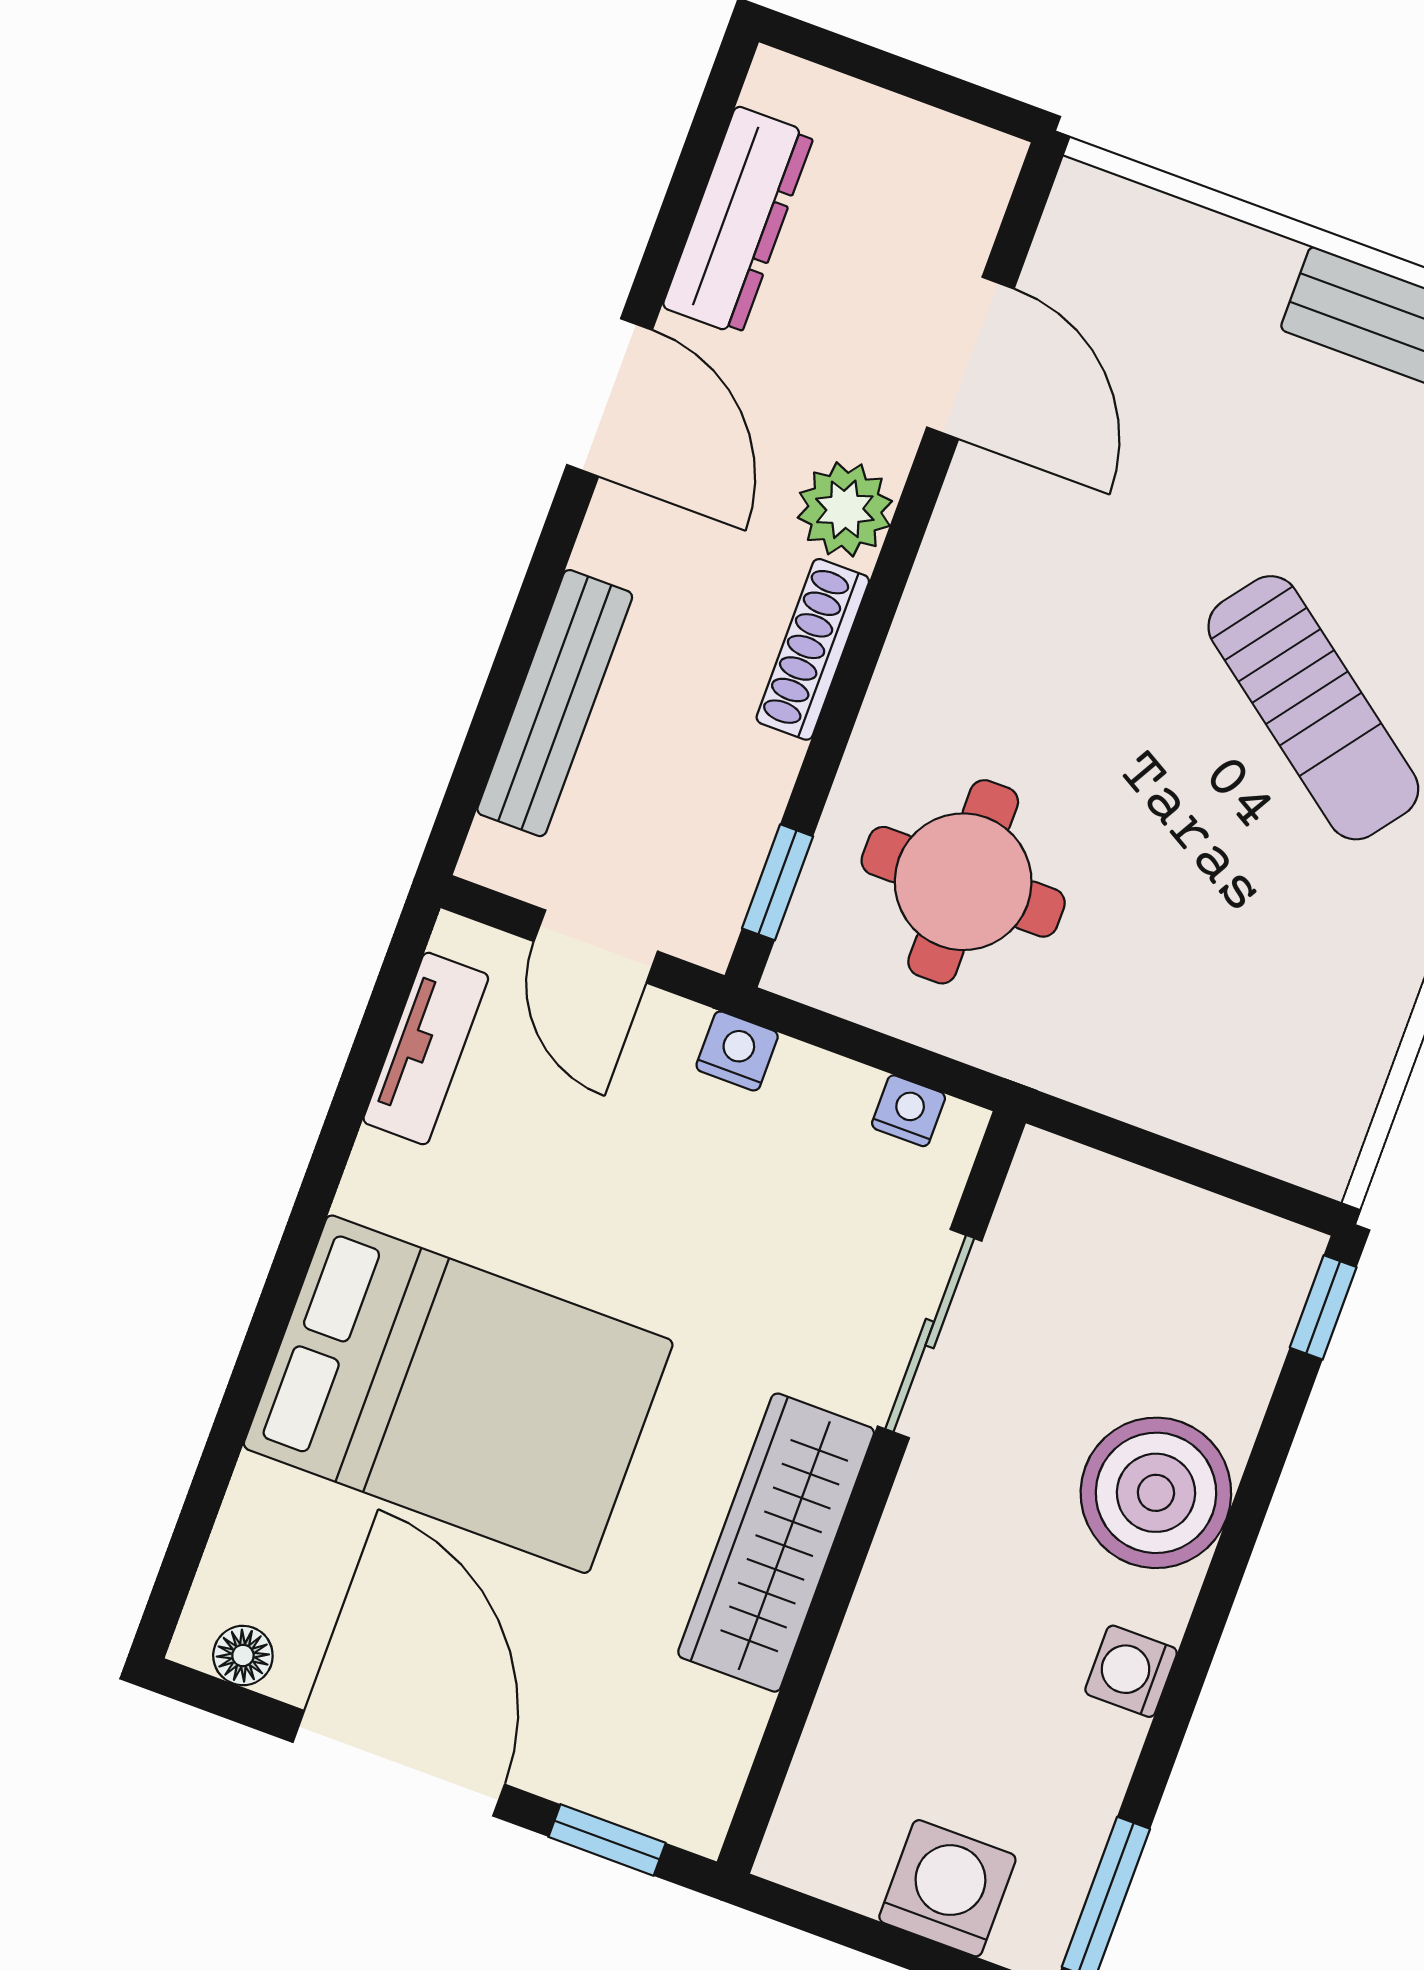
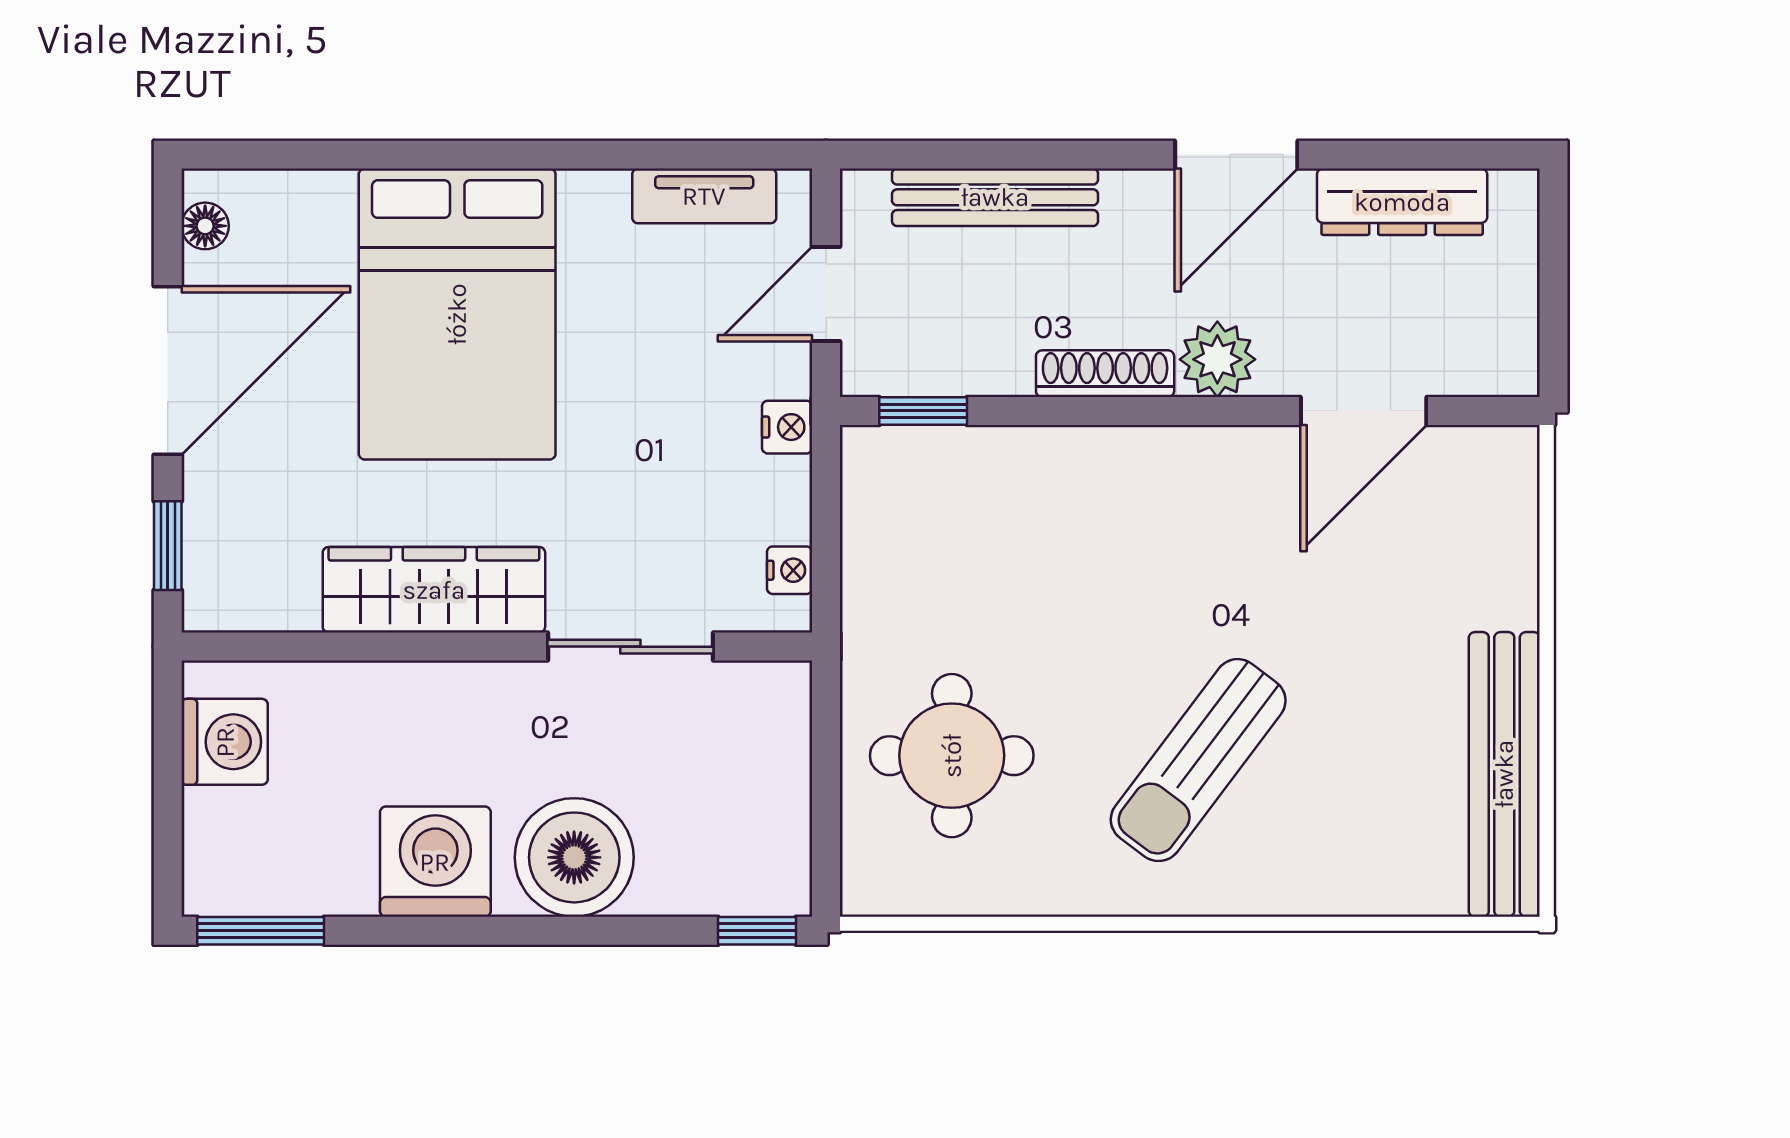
round table: (963, 882) -> (952, 756), moved
washing machine: (1131, 1671) -> (435, 862), width x1.89, depth x1.89
washing machine: (947, 1888) -> (225, 742), moved

